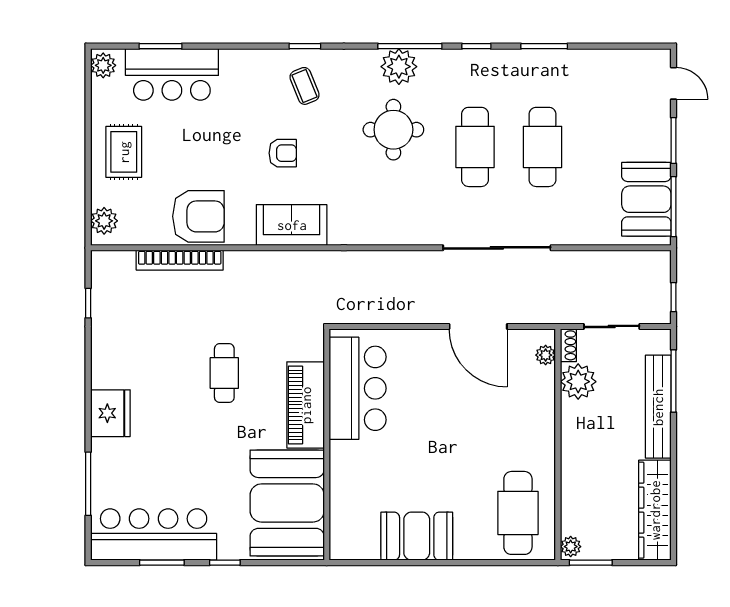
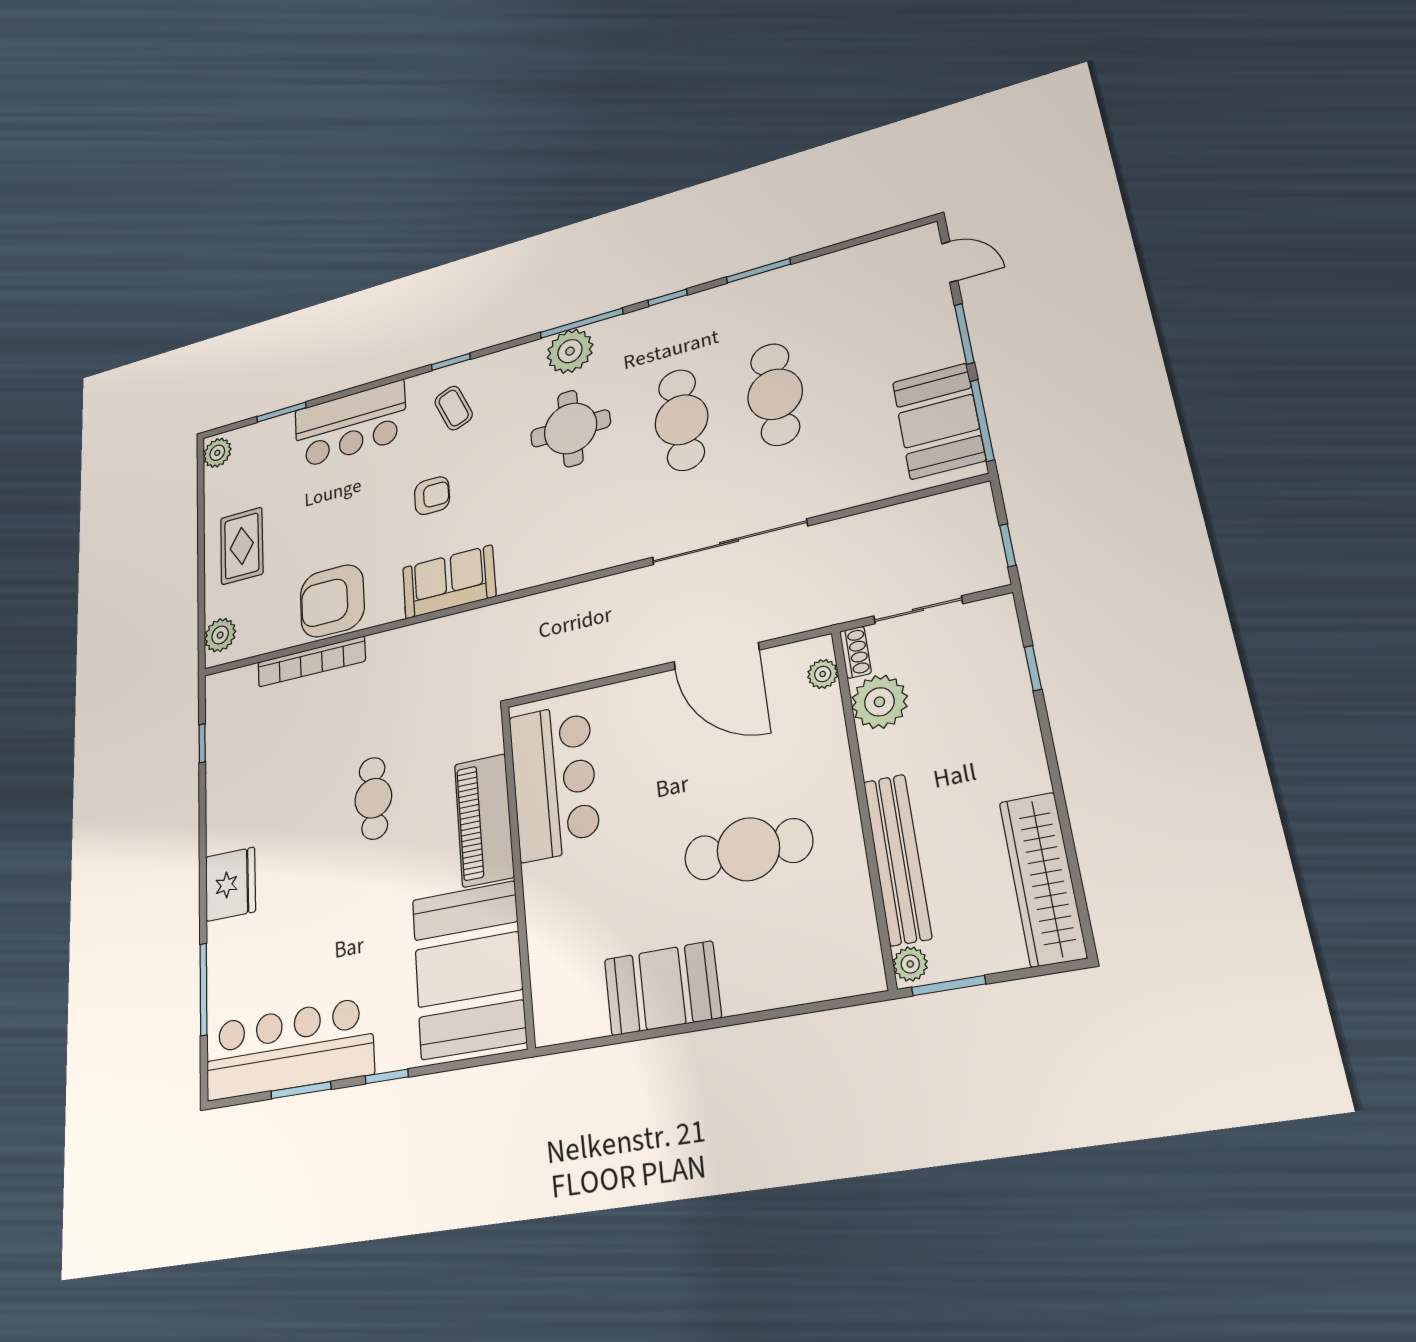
bar counter: (172, 74) -> (350, 424), moved
armchair: (198, 216) -> (332, 601), turned 180
window: (674, 381) -> (1033, 668), width x0.46
bench: (658, 407) -> (897, 859), moved
cafe table: (518, 513) -> (748, 849), moved, turned 90

